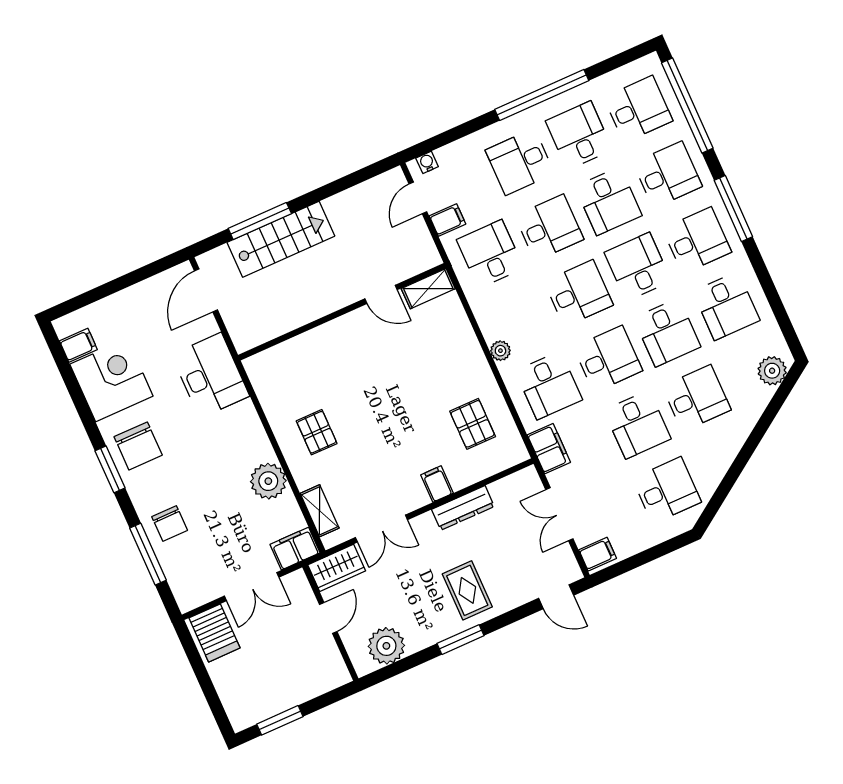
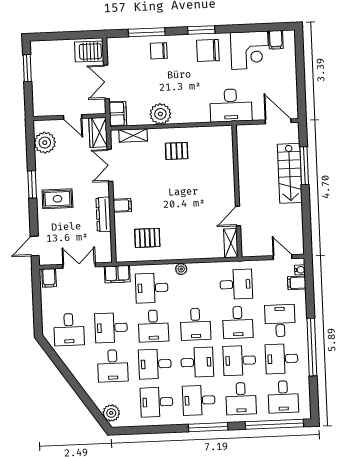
desk: (579, 135) -> (282, 359), turned 180
filing cabinet: (447, 220) -> (297, 283), moved, turned 90
desk: (697, 240) -> (199, 400), turned 90

